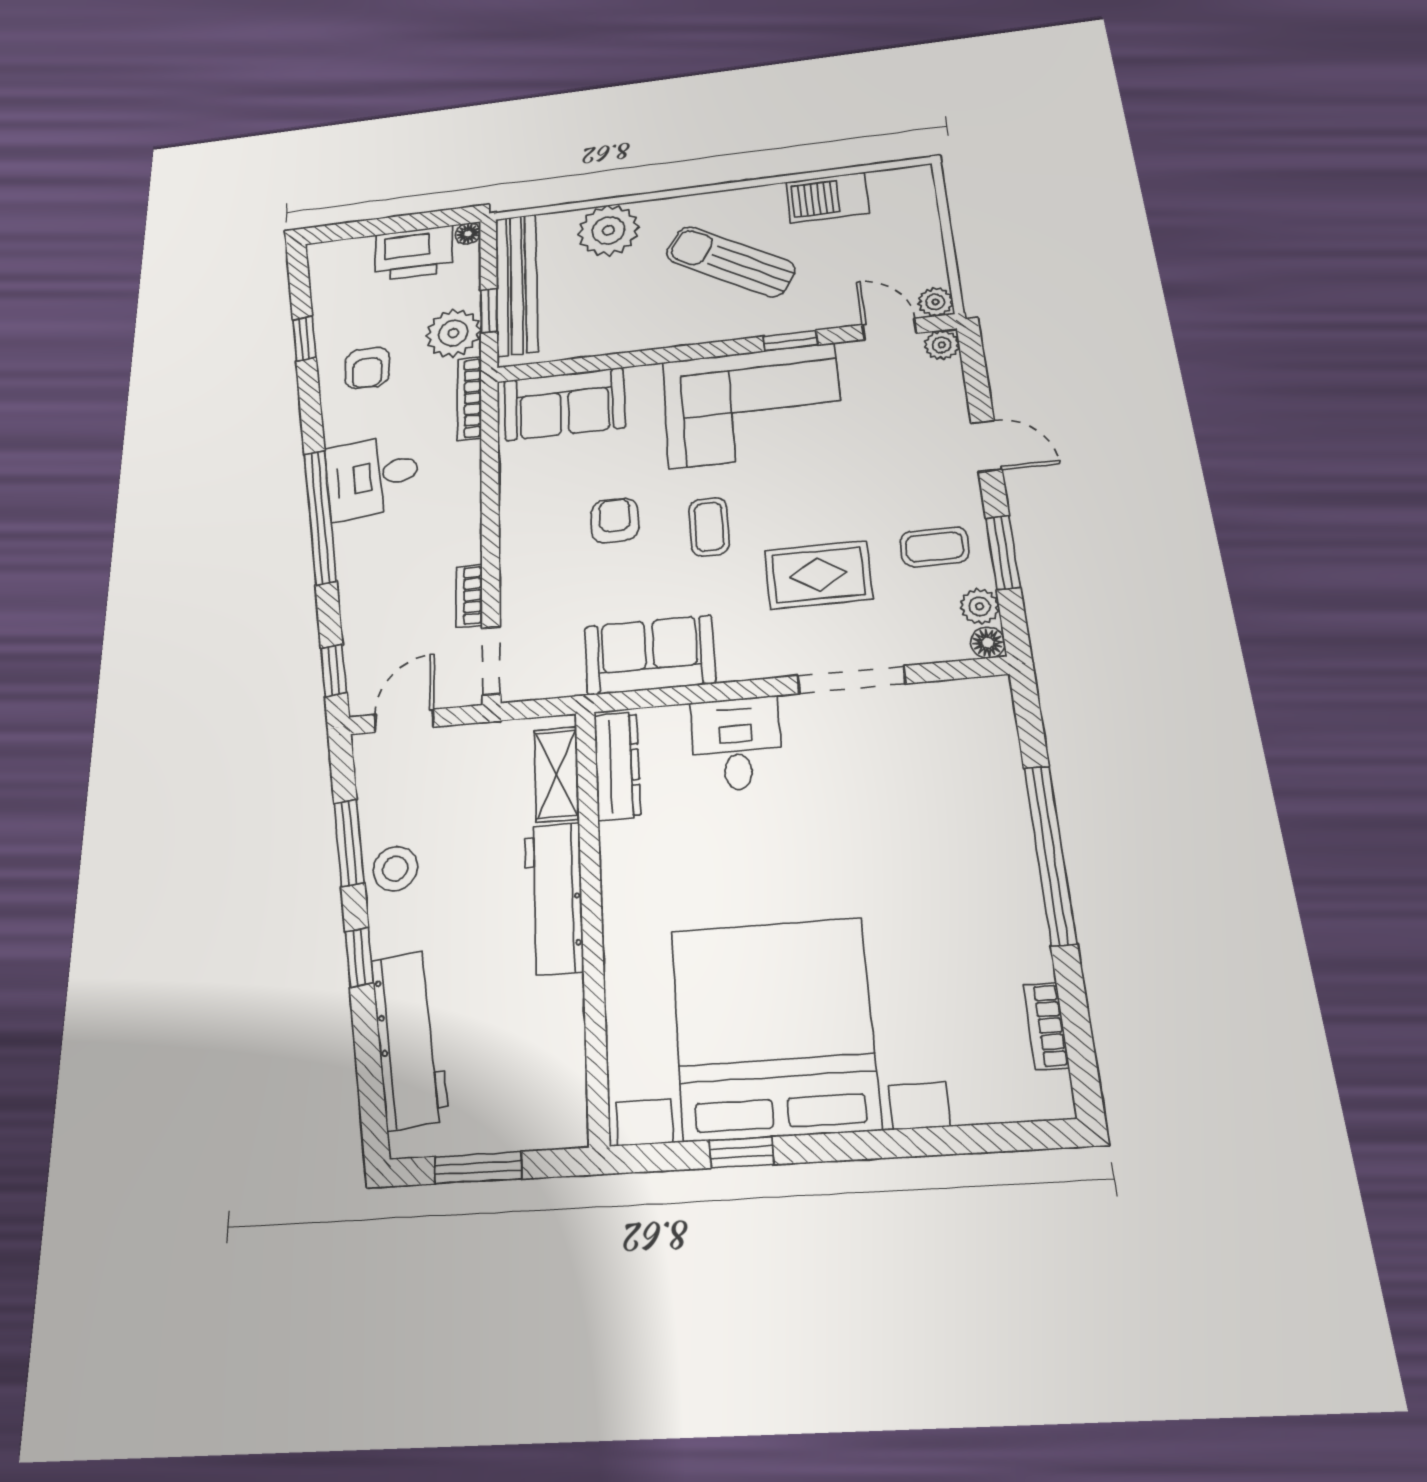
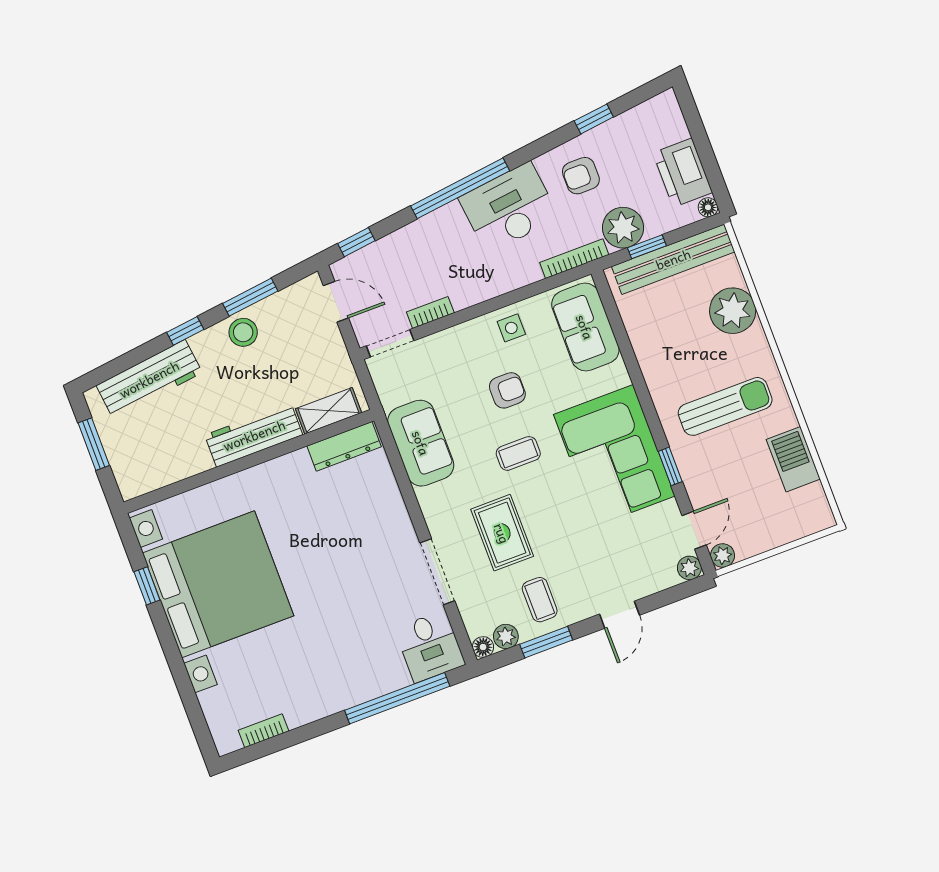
sun lounger: (730, 261) -> (725, 406), turned 59
desk: (372, 476) -> (509, 208), width x1.37
side table: (531, 496) -> (511, 328), added
desk: (736, 744) -> (430, 646), moved, turned 90
window: (1050, 854) -> (397, 698), moved

